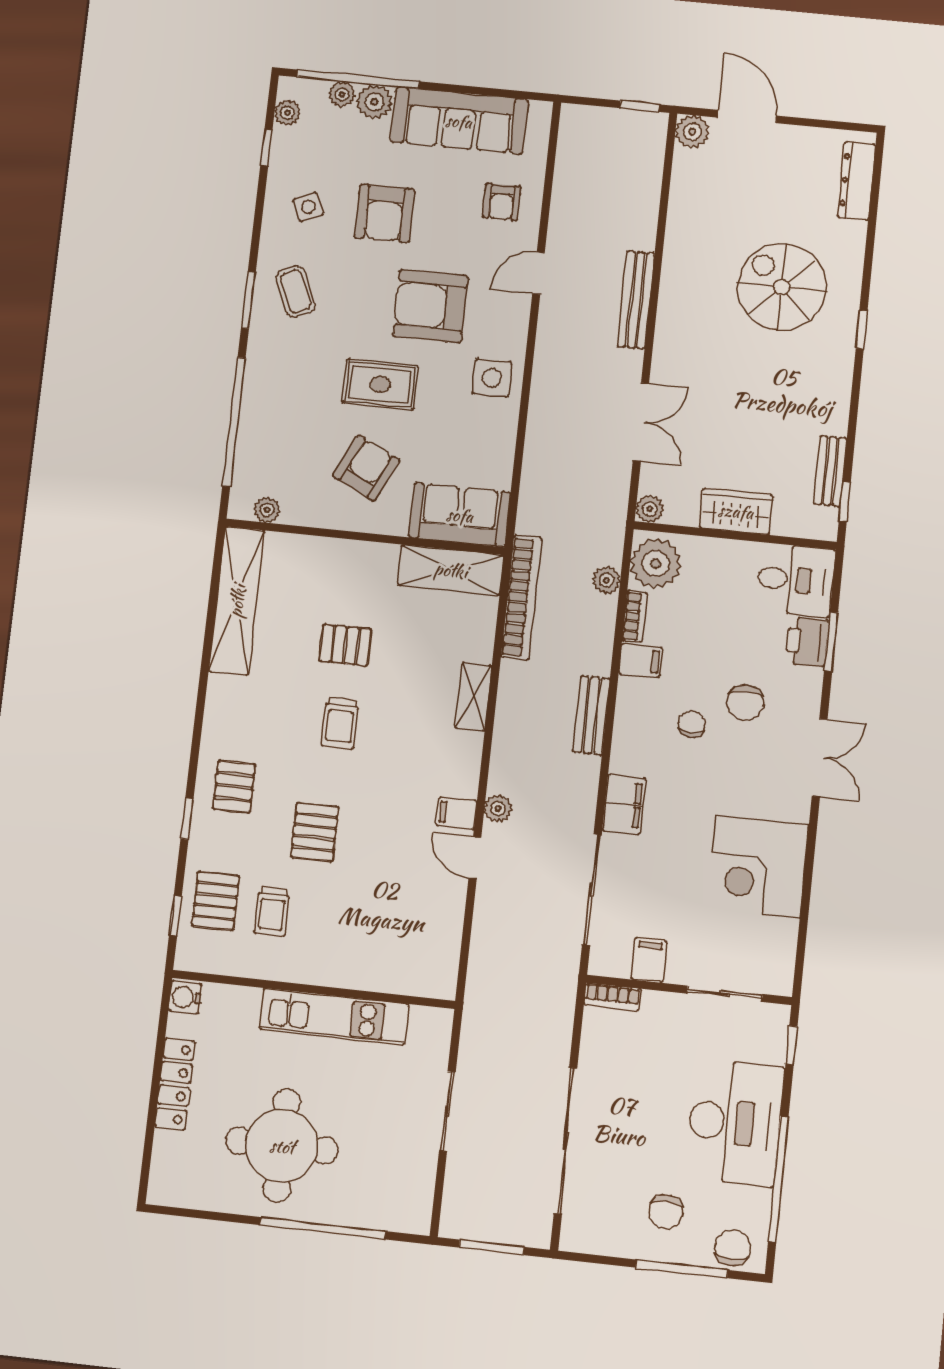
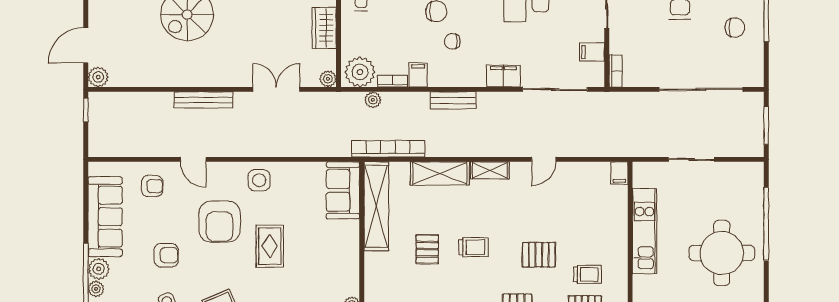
armchair: (384, 213) -> (166, 255), width x0.72, depth x0.72
armchair: (366, 468) -> (321, 249), removed
shelving: (451, 570) -> (376, 206), width x1.47
shelving: (473, 697) -> (440, 173), width x1.50, depth x1.33
shelving: (466, 764) -> (490, 170), added
plant: (498, 808) -> (514, 149), removed
filing cabinet: (456, 813) -> (619, 173), moved

